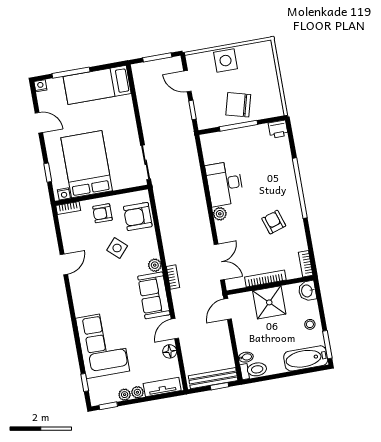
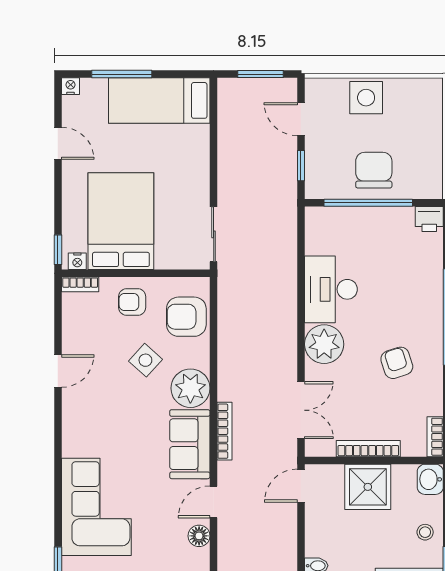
chair: (238, 105) -> (374, 170), turned 75
window: (238, 126) -> (368, 203), width x1.46
window: (48, 173) -> (58, 250), moved
plant: (220, 214) -> (324, 344), width x1.88, depth x1.88
plant: (155, 265) -> (190, 388), width x1.87, depth x1.87
bookcase: (173, 277) -> (225, 431), width x1.56

